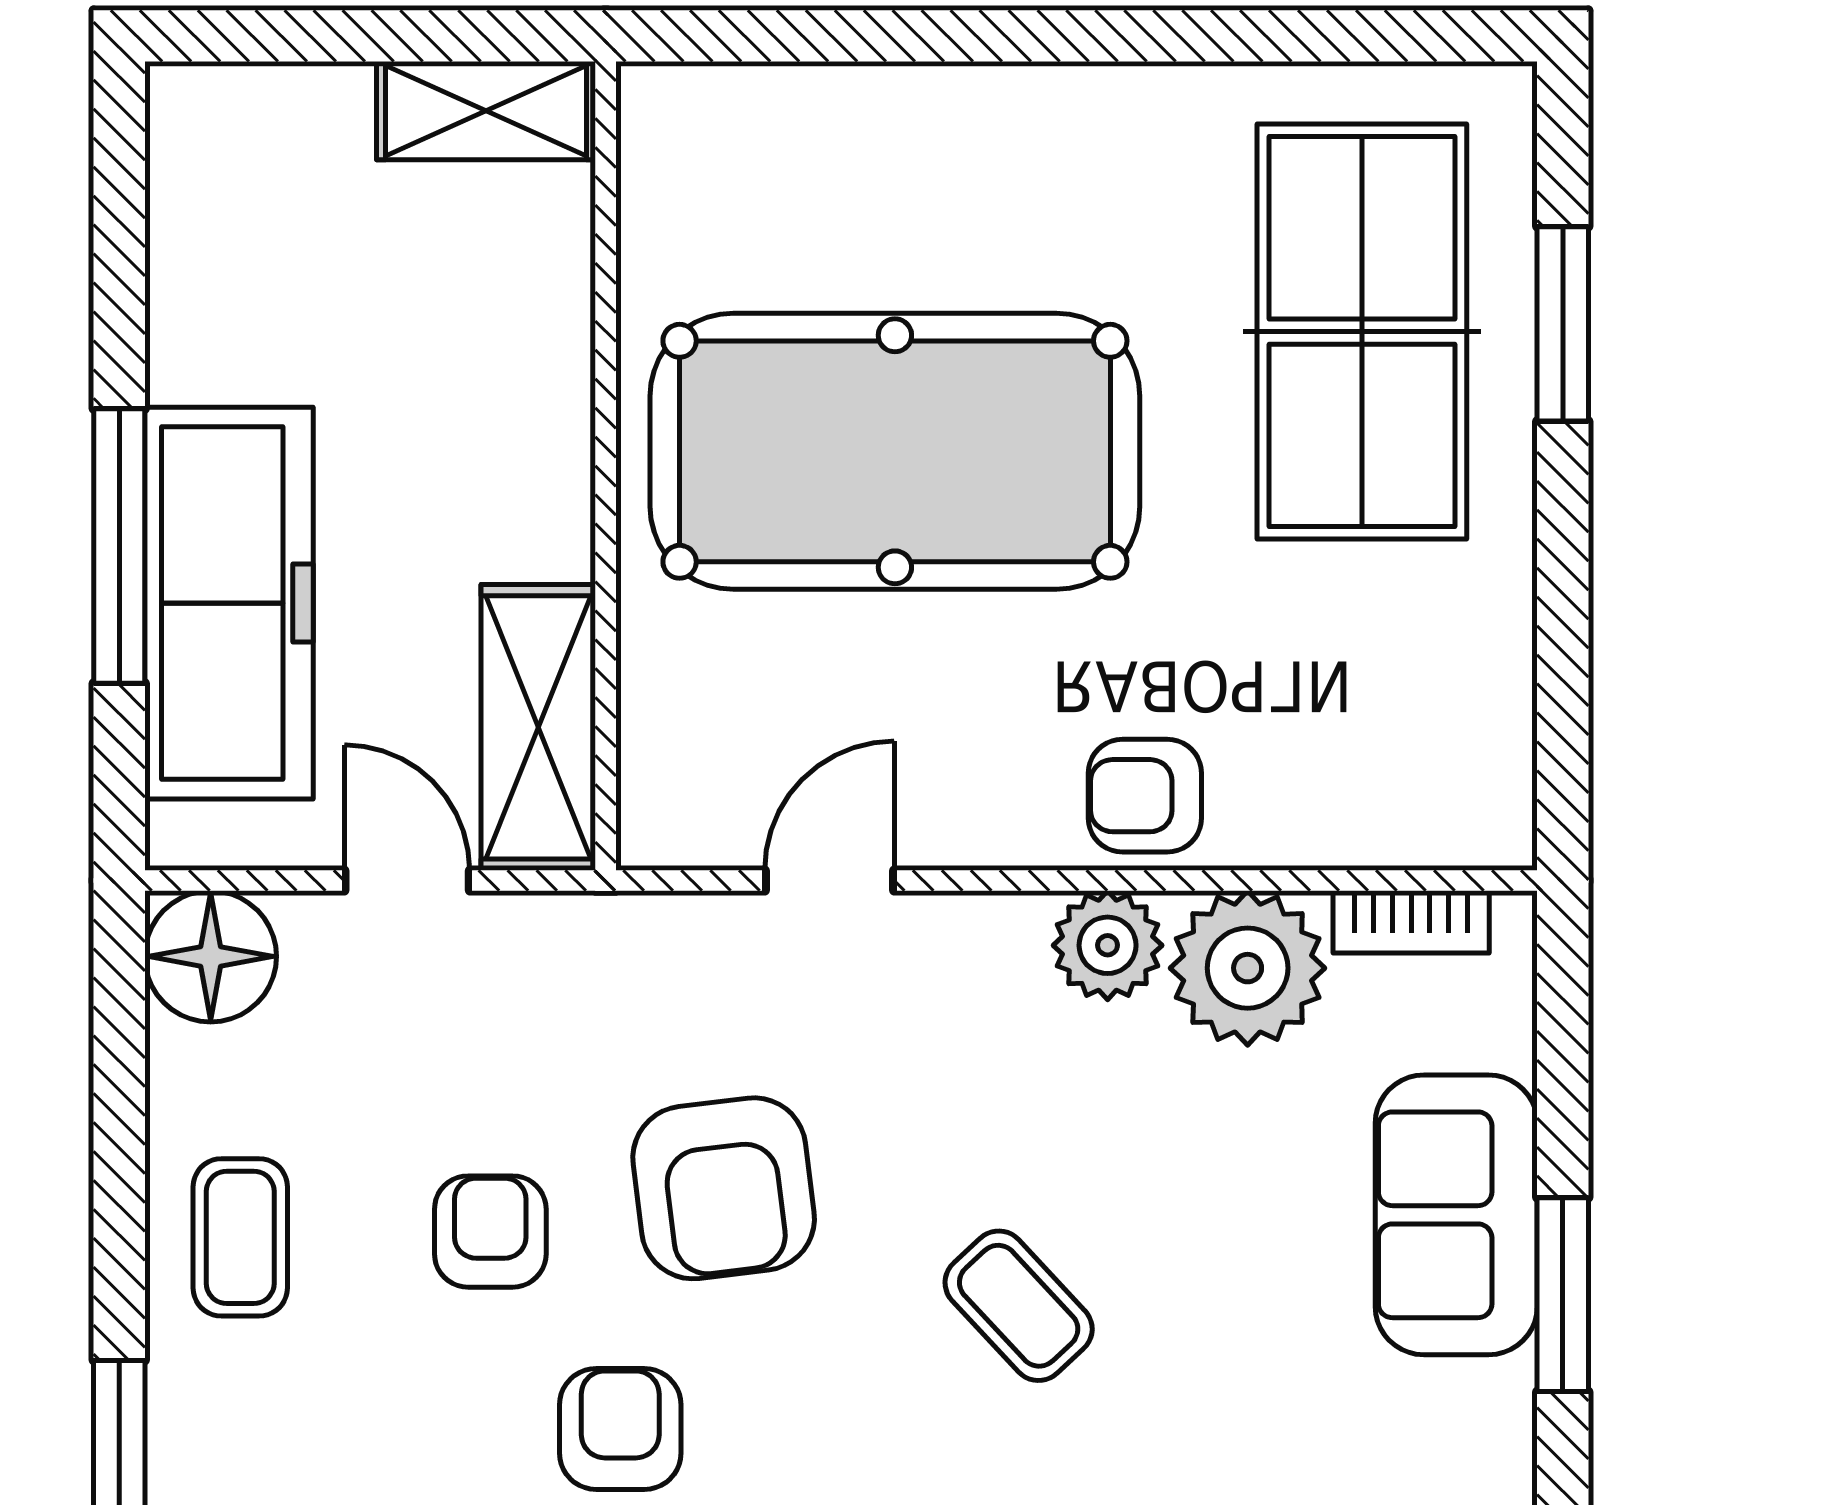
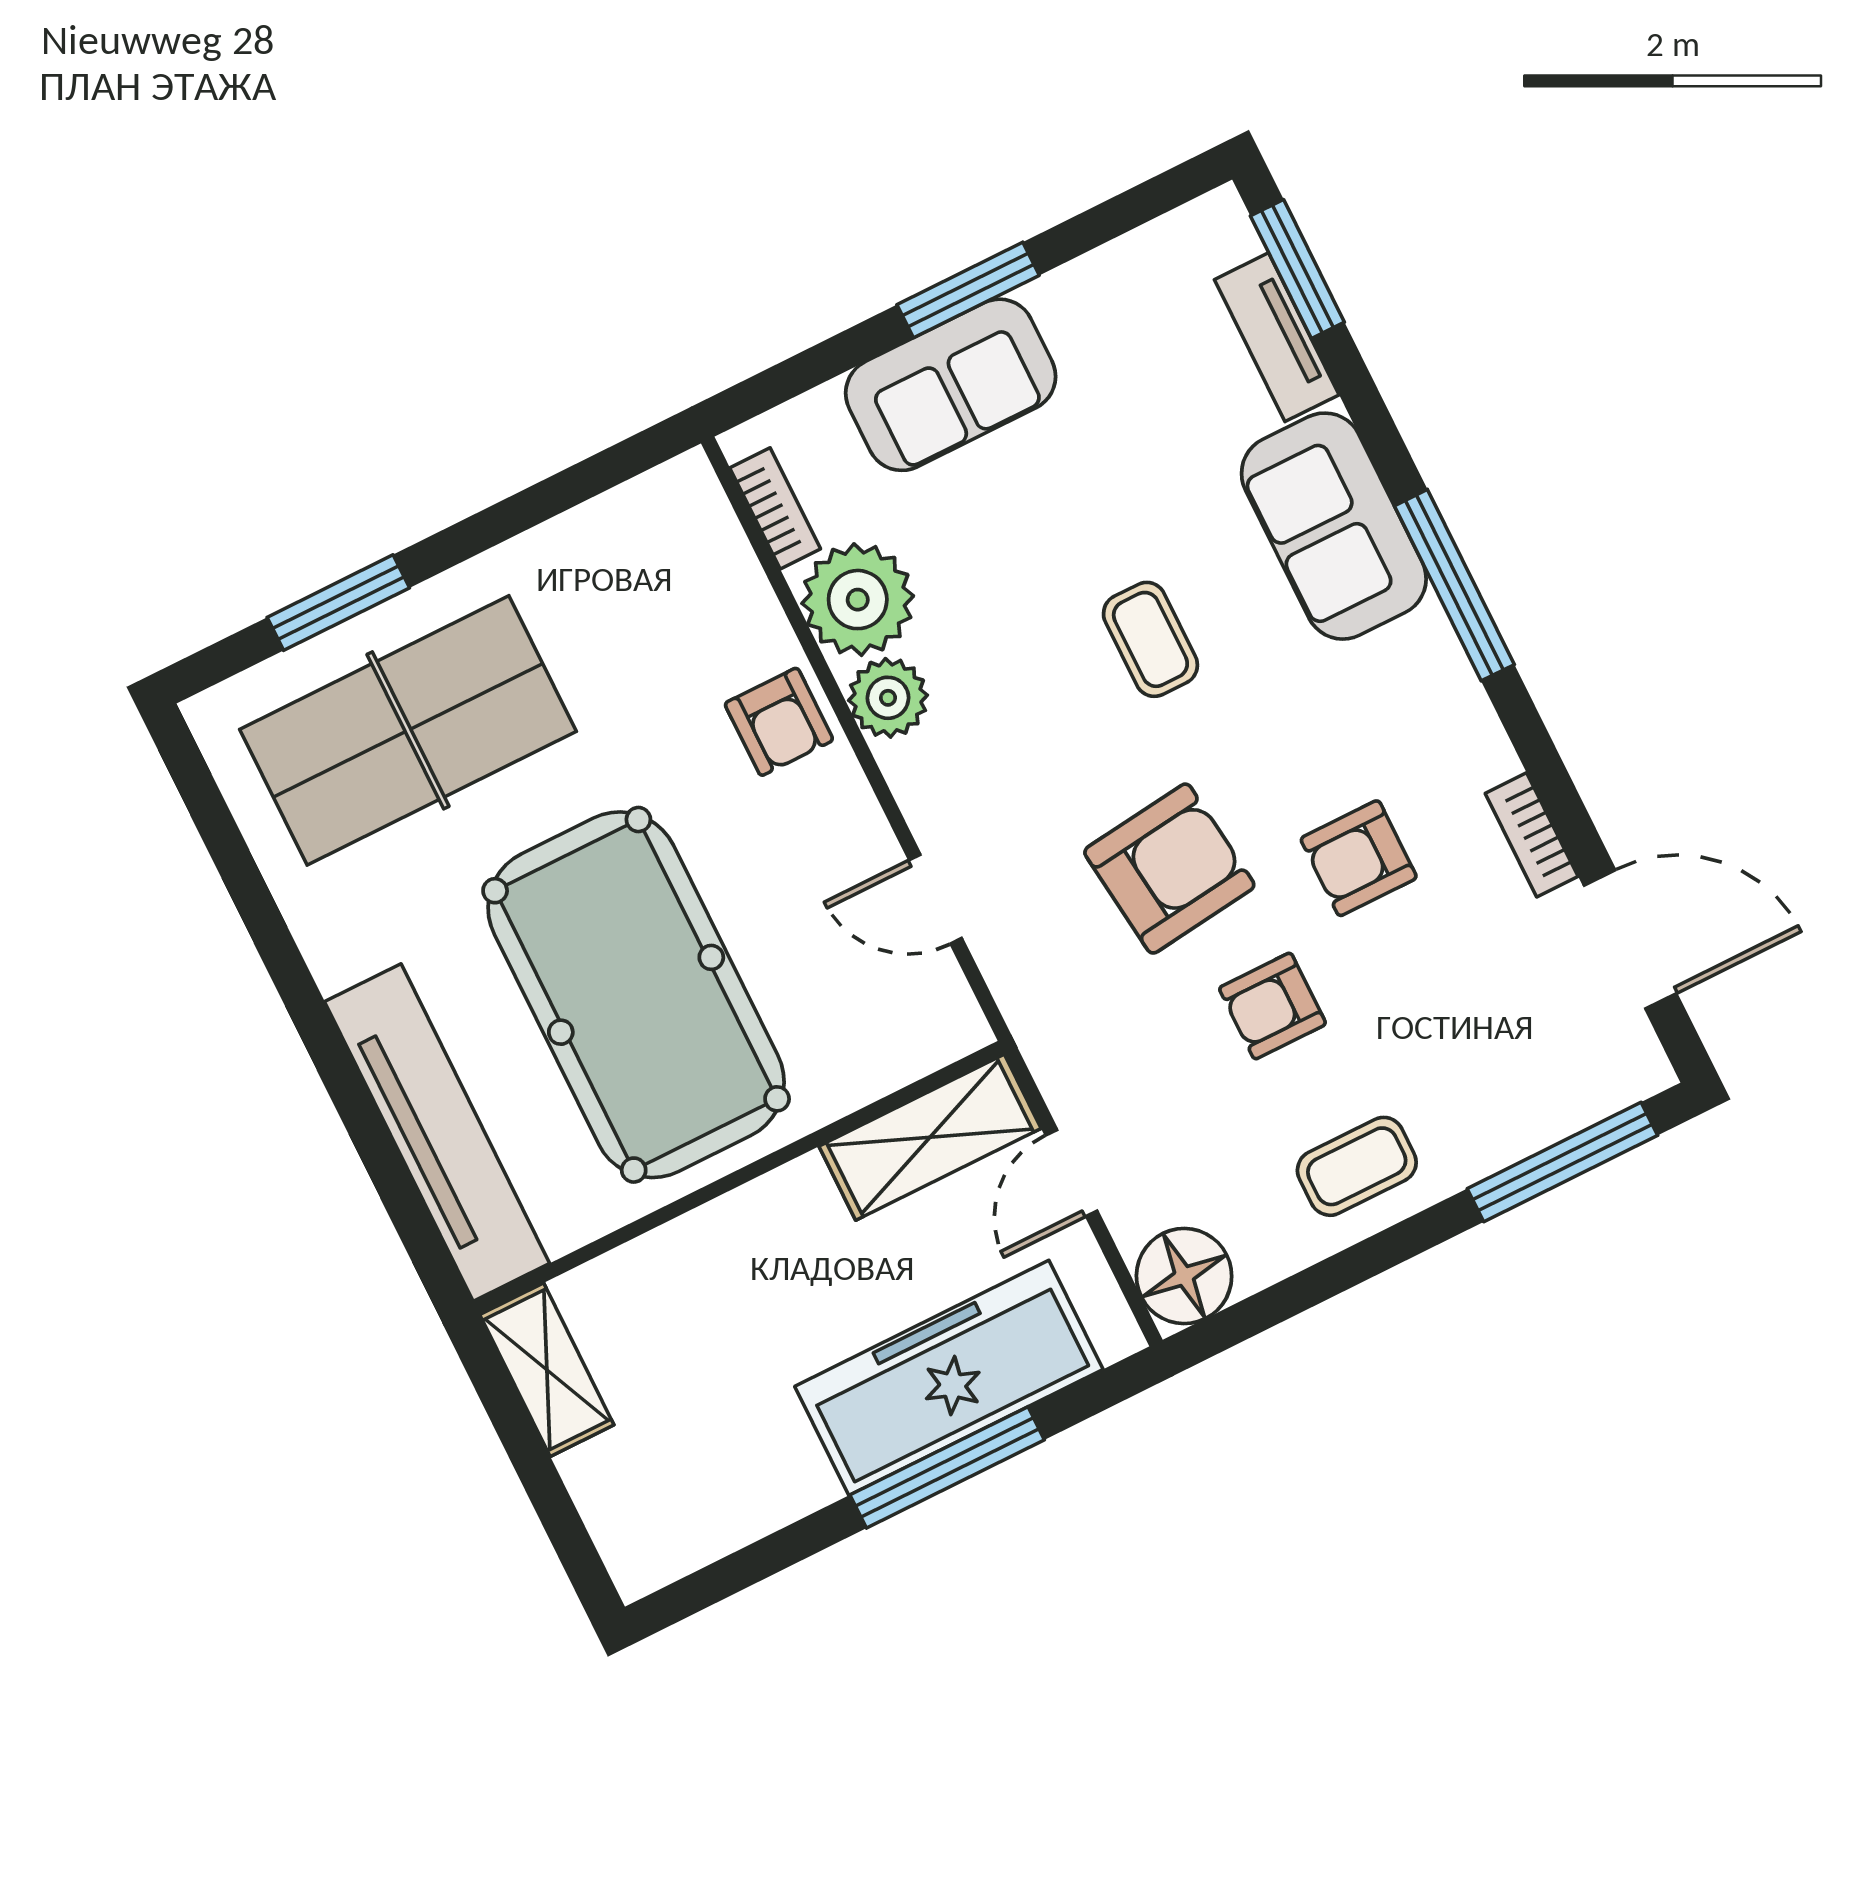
tv unit: (847, 121) -> (437, 1132), added
coffee table: (1019, 1306) -> (1150, 639), turned -47

